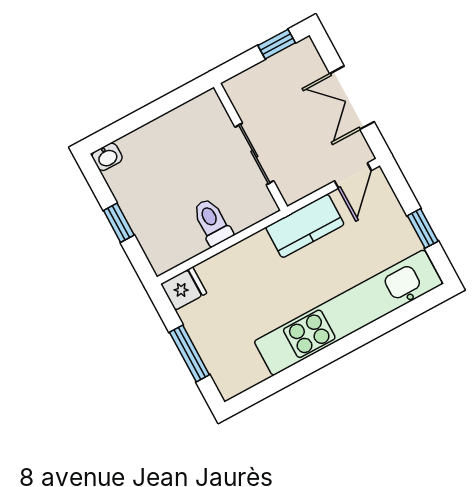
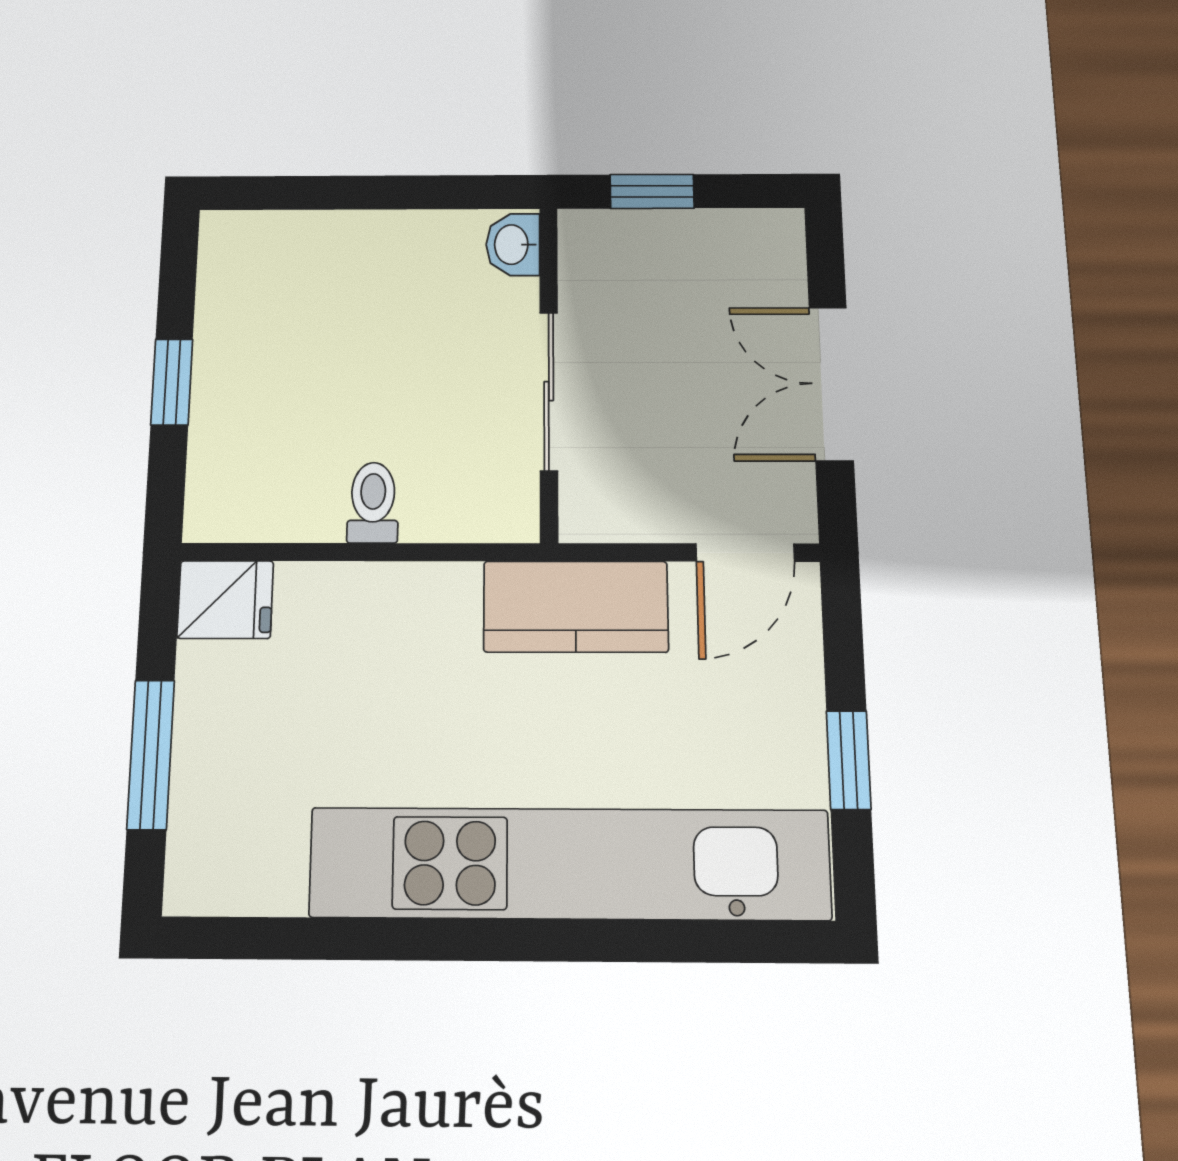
window: (277, 44) -> (652, 191), moved
washbasin: (107, 157) -> (513, 245), moved, turned 90
toilet: (212, 222) -> (373, 503), width x0.73, depth x0.72

